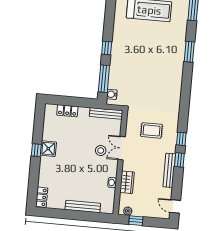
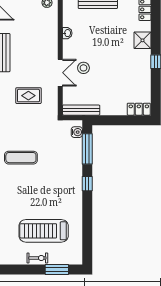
exercise mat: (163, 76) -> (21, 158), added
locker: (67, 111) -> (139, 109), moved
shower: (48, 149) -> (142, 40), moved
wardrobe: (127, 182) -> (51, 35), removed

